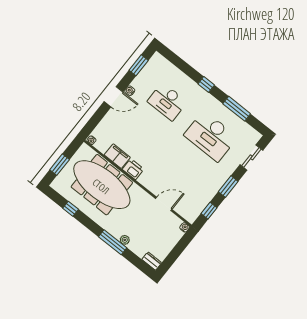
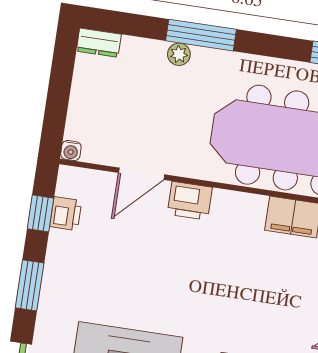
printer: (133, 169) -> (190, 201), moved
printer: (200, 205) -> (66, 214), added

